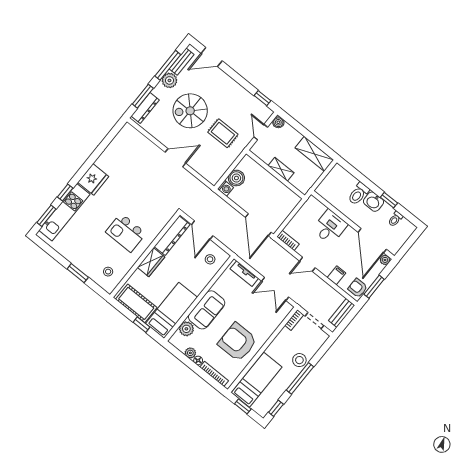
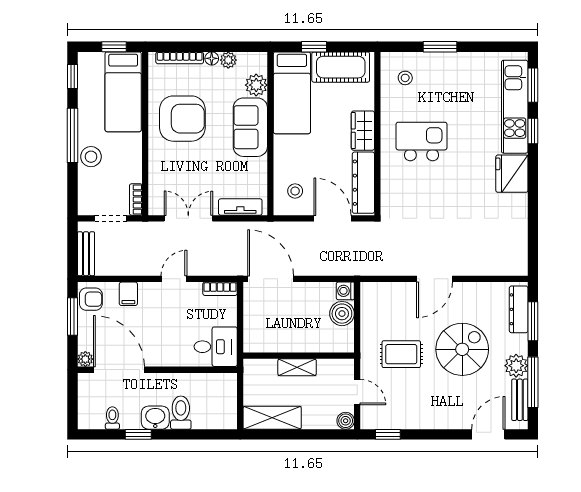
desk: (330, 227) -> (216, 347), moved, turned -90

